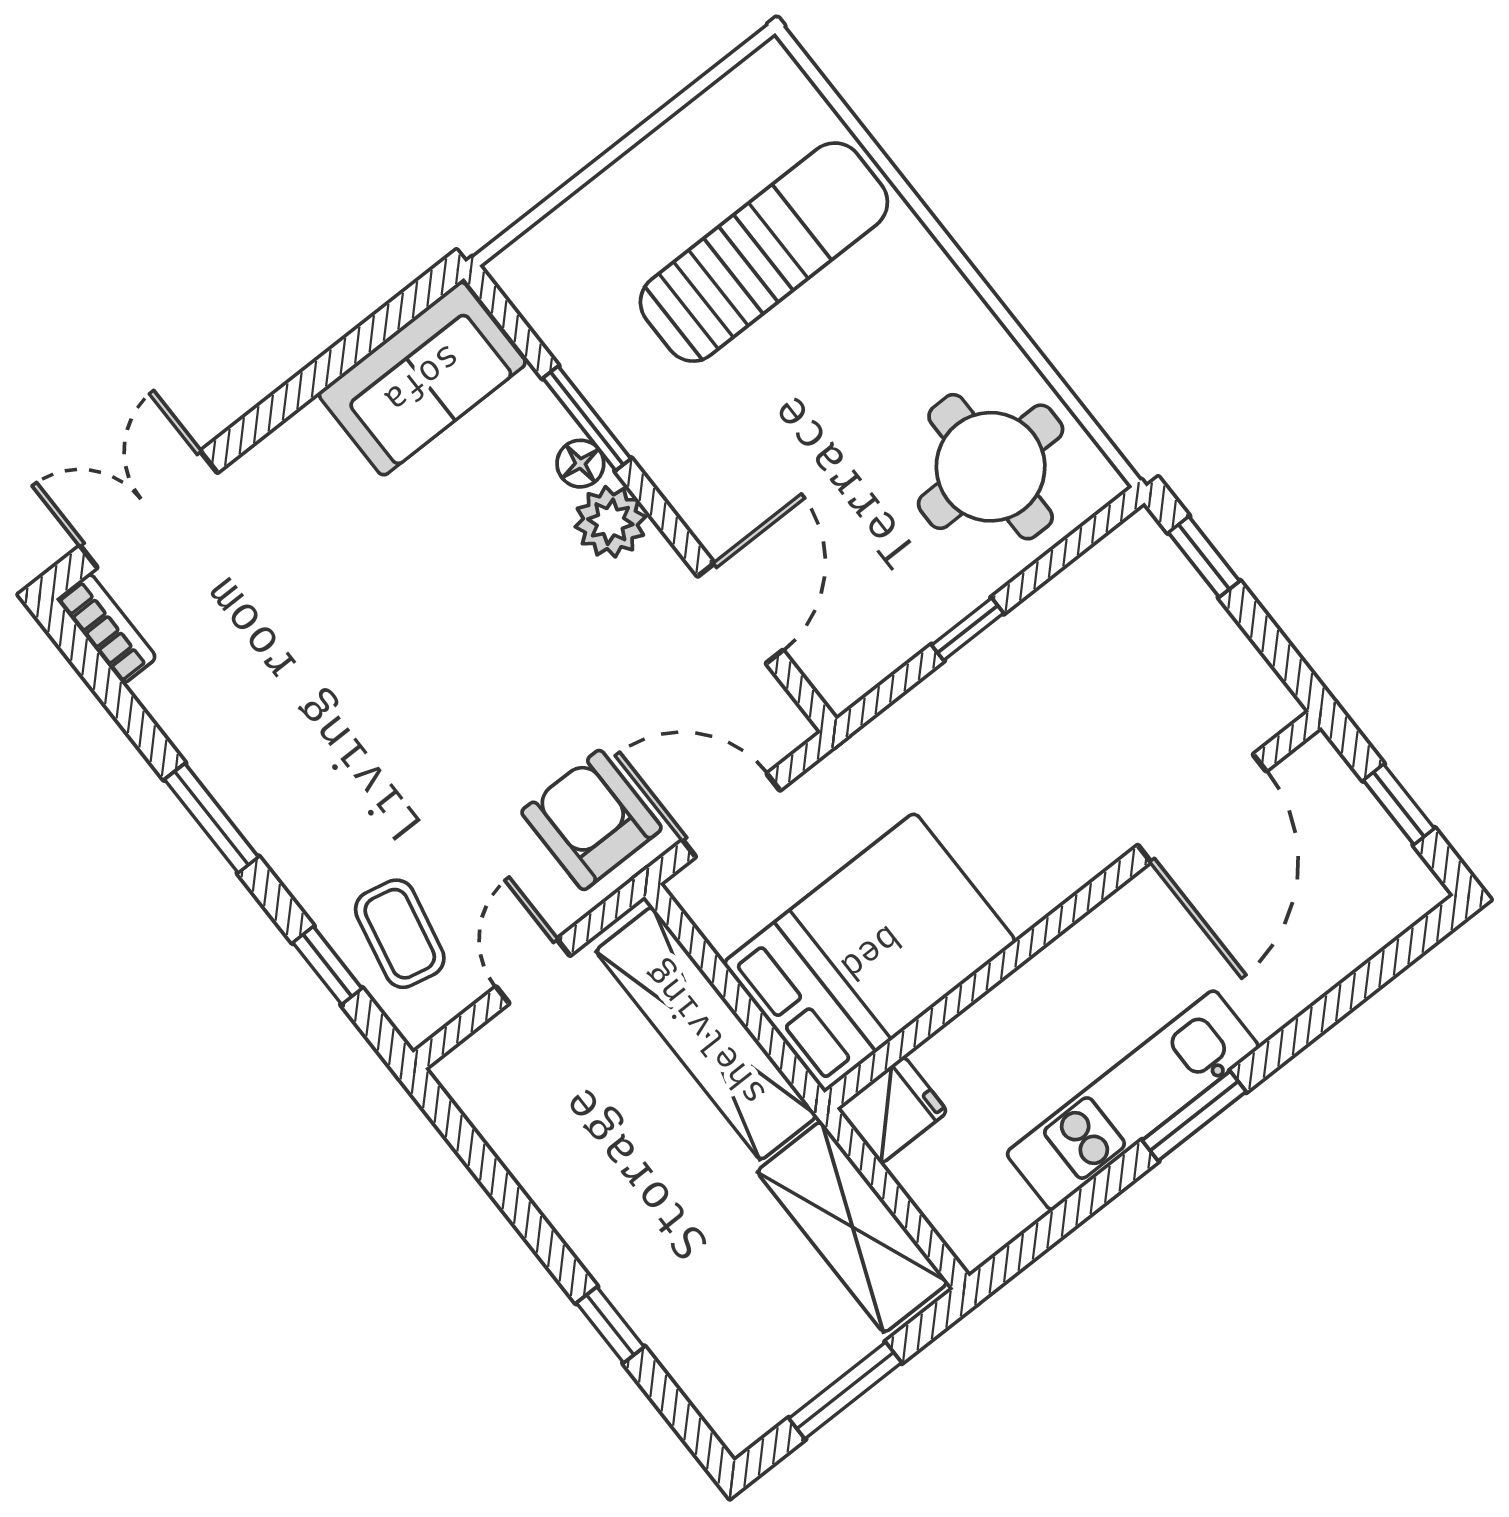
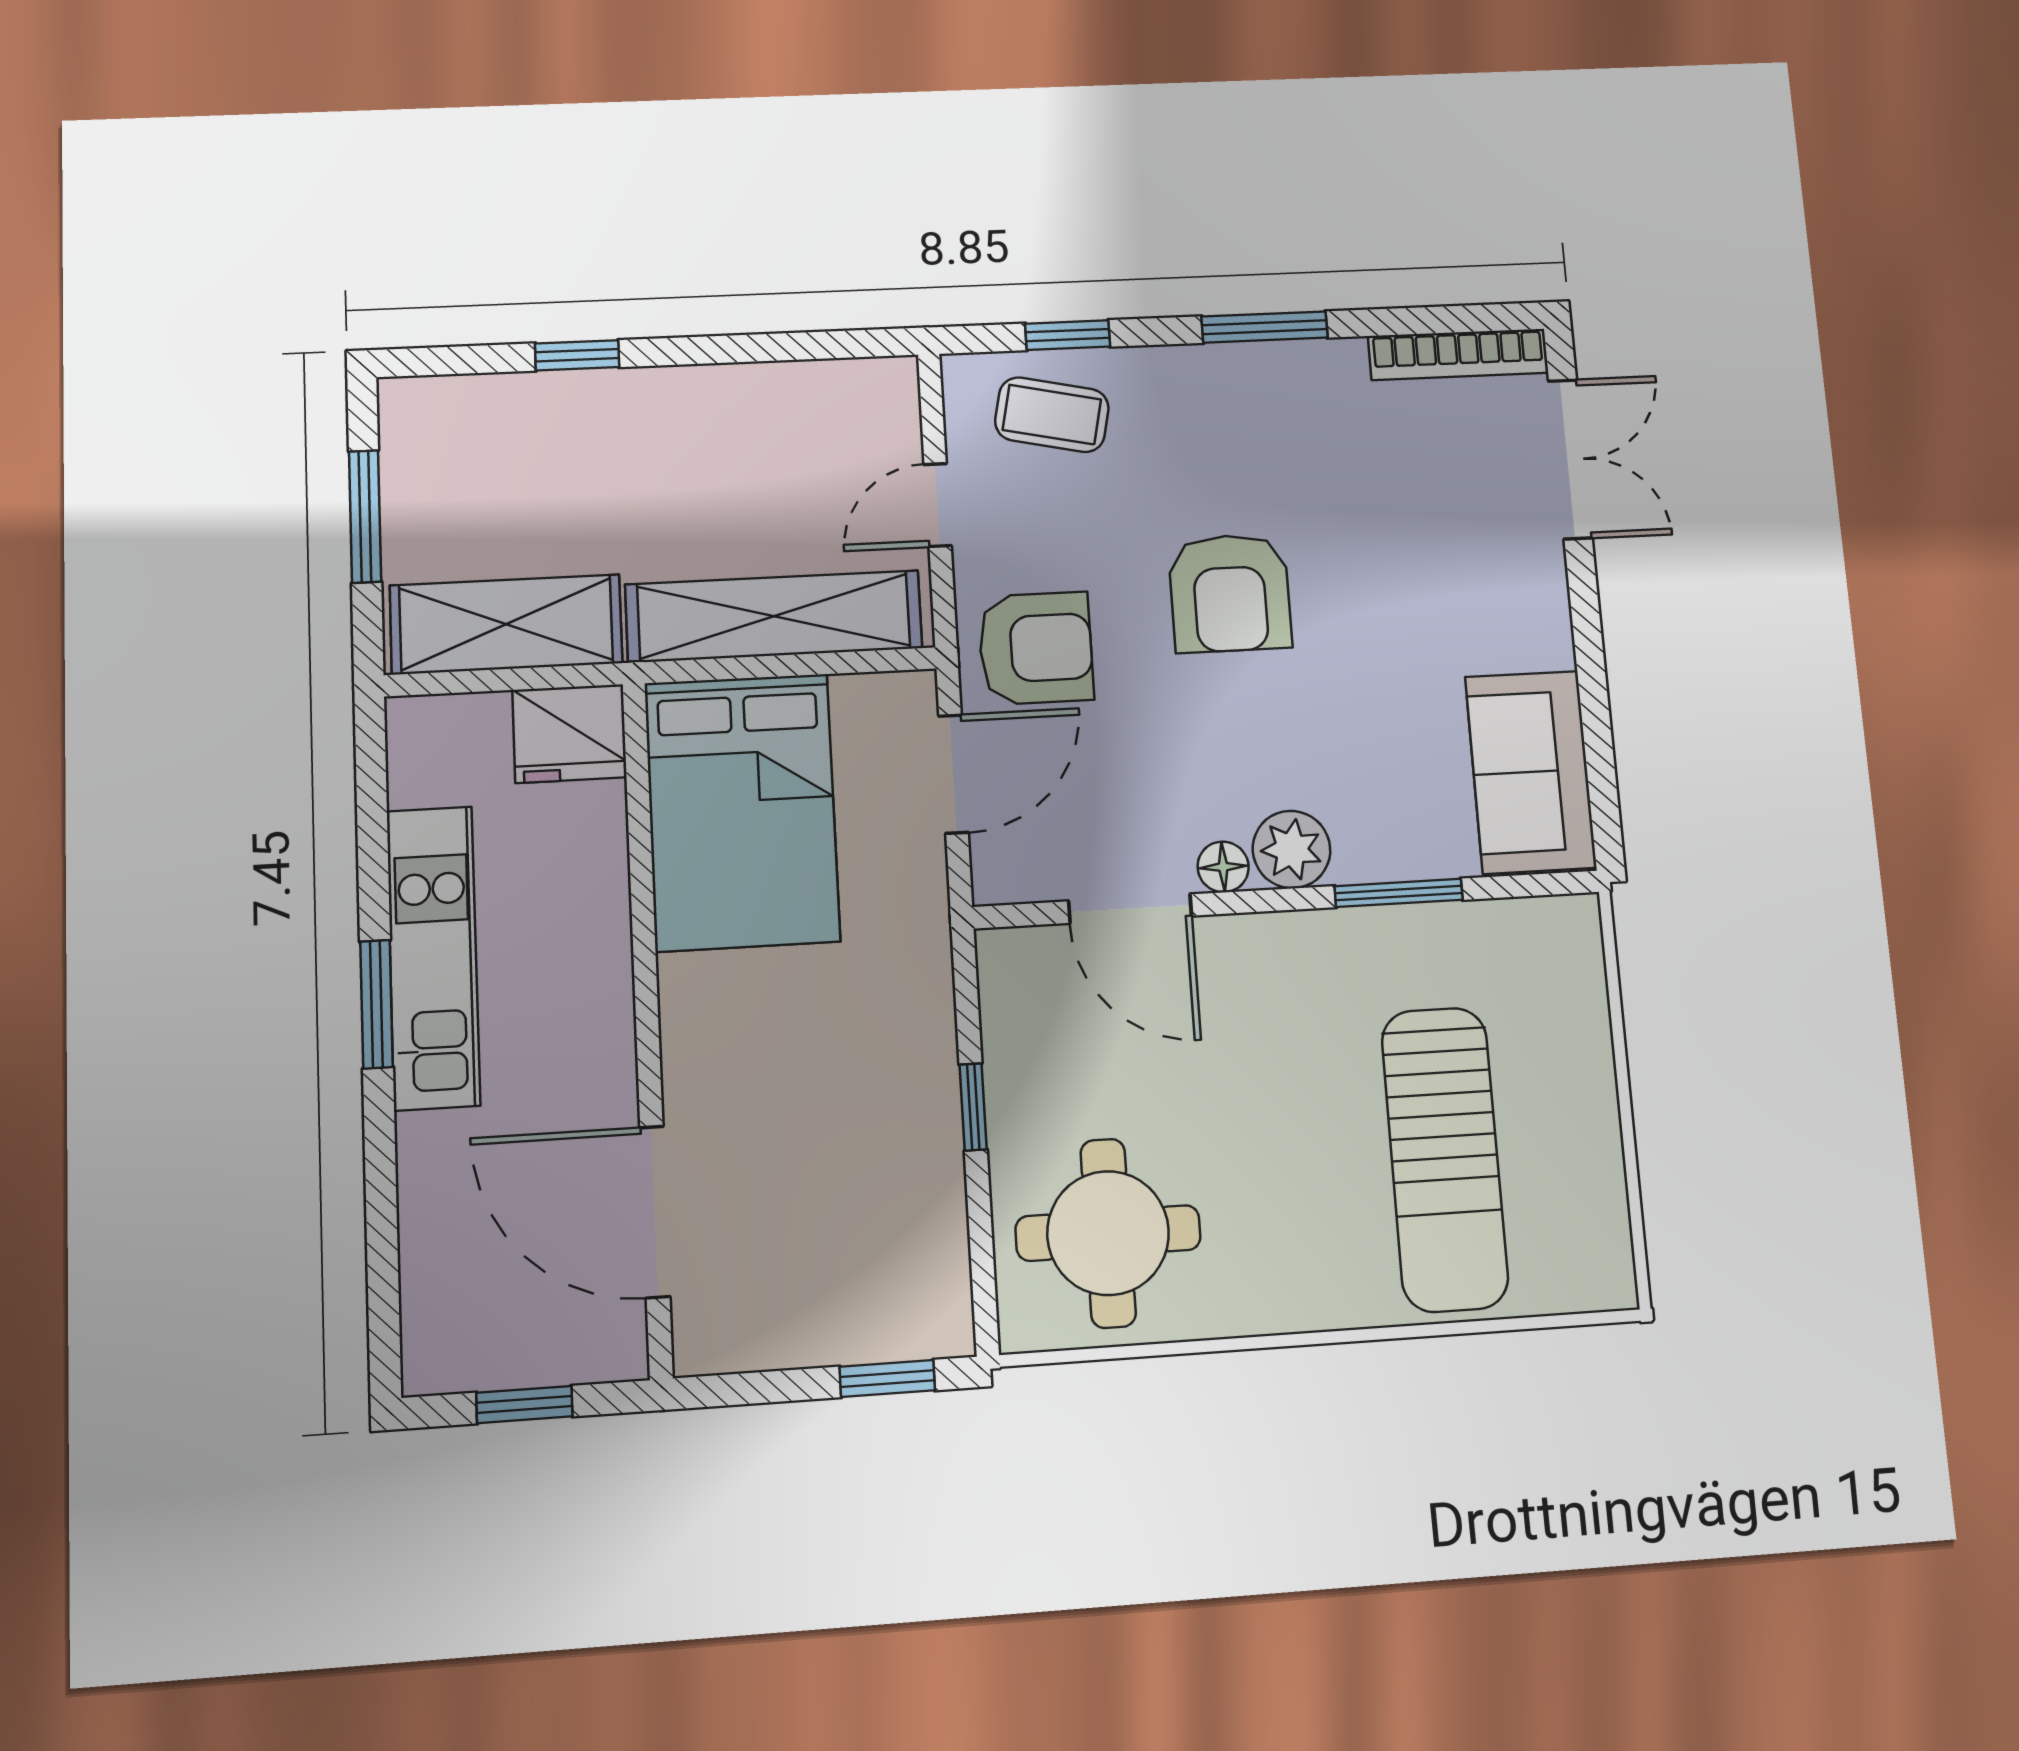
floor lamp: (580, 464) -> (1223, 867), moved
bookcase: (106, 628) -> (1458, 354), width x1.56
armchair: (444, 702) -> (1230, 593), added
door: (533, 971) -> (938, 505), swing flipped
fridge: (892, 1110) -> (569, 734), width x1.38

